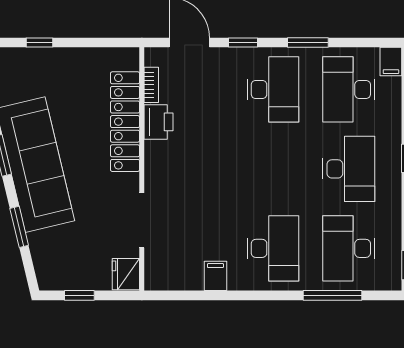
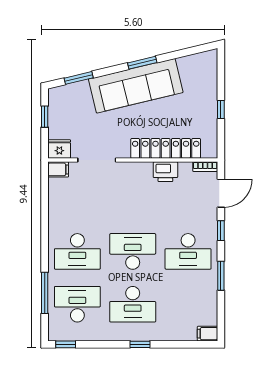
window: (40, 42) -> (221, 110), moved
bookcase: (151, 85) -> (205, 167), moved
desk: (349, 89) -> (133, 251), moved
window: (19, 227) -> (79, 78), moved
filing cabinet: (215, 276) -> (58, 169), moved

